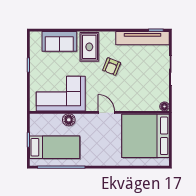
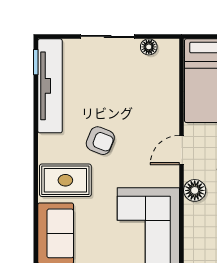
floor lamp: (164, 106) -> (149, 47), moved
floor lamp: (69, 120) -> (195, 190), moved

